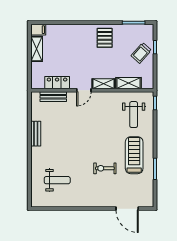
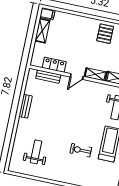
weight bench: (57, 180) -> (36, 152), turned -90

